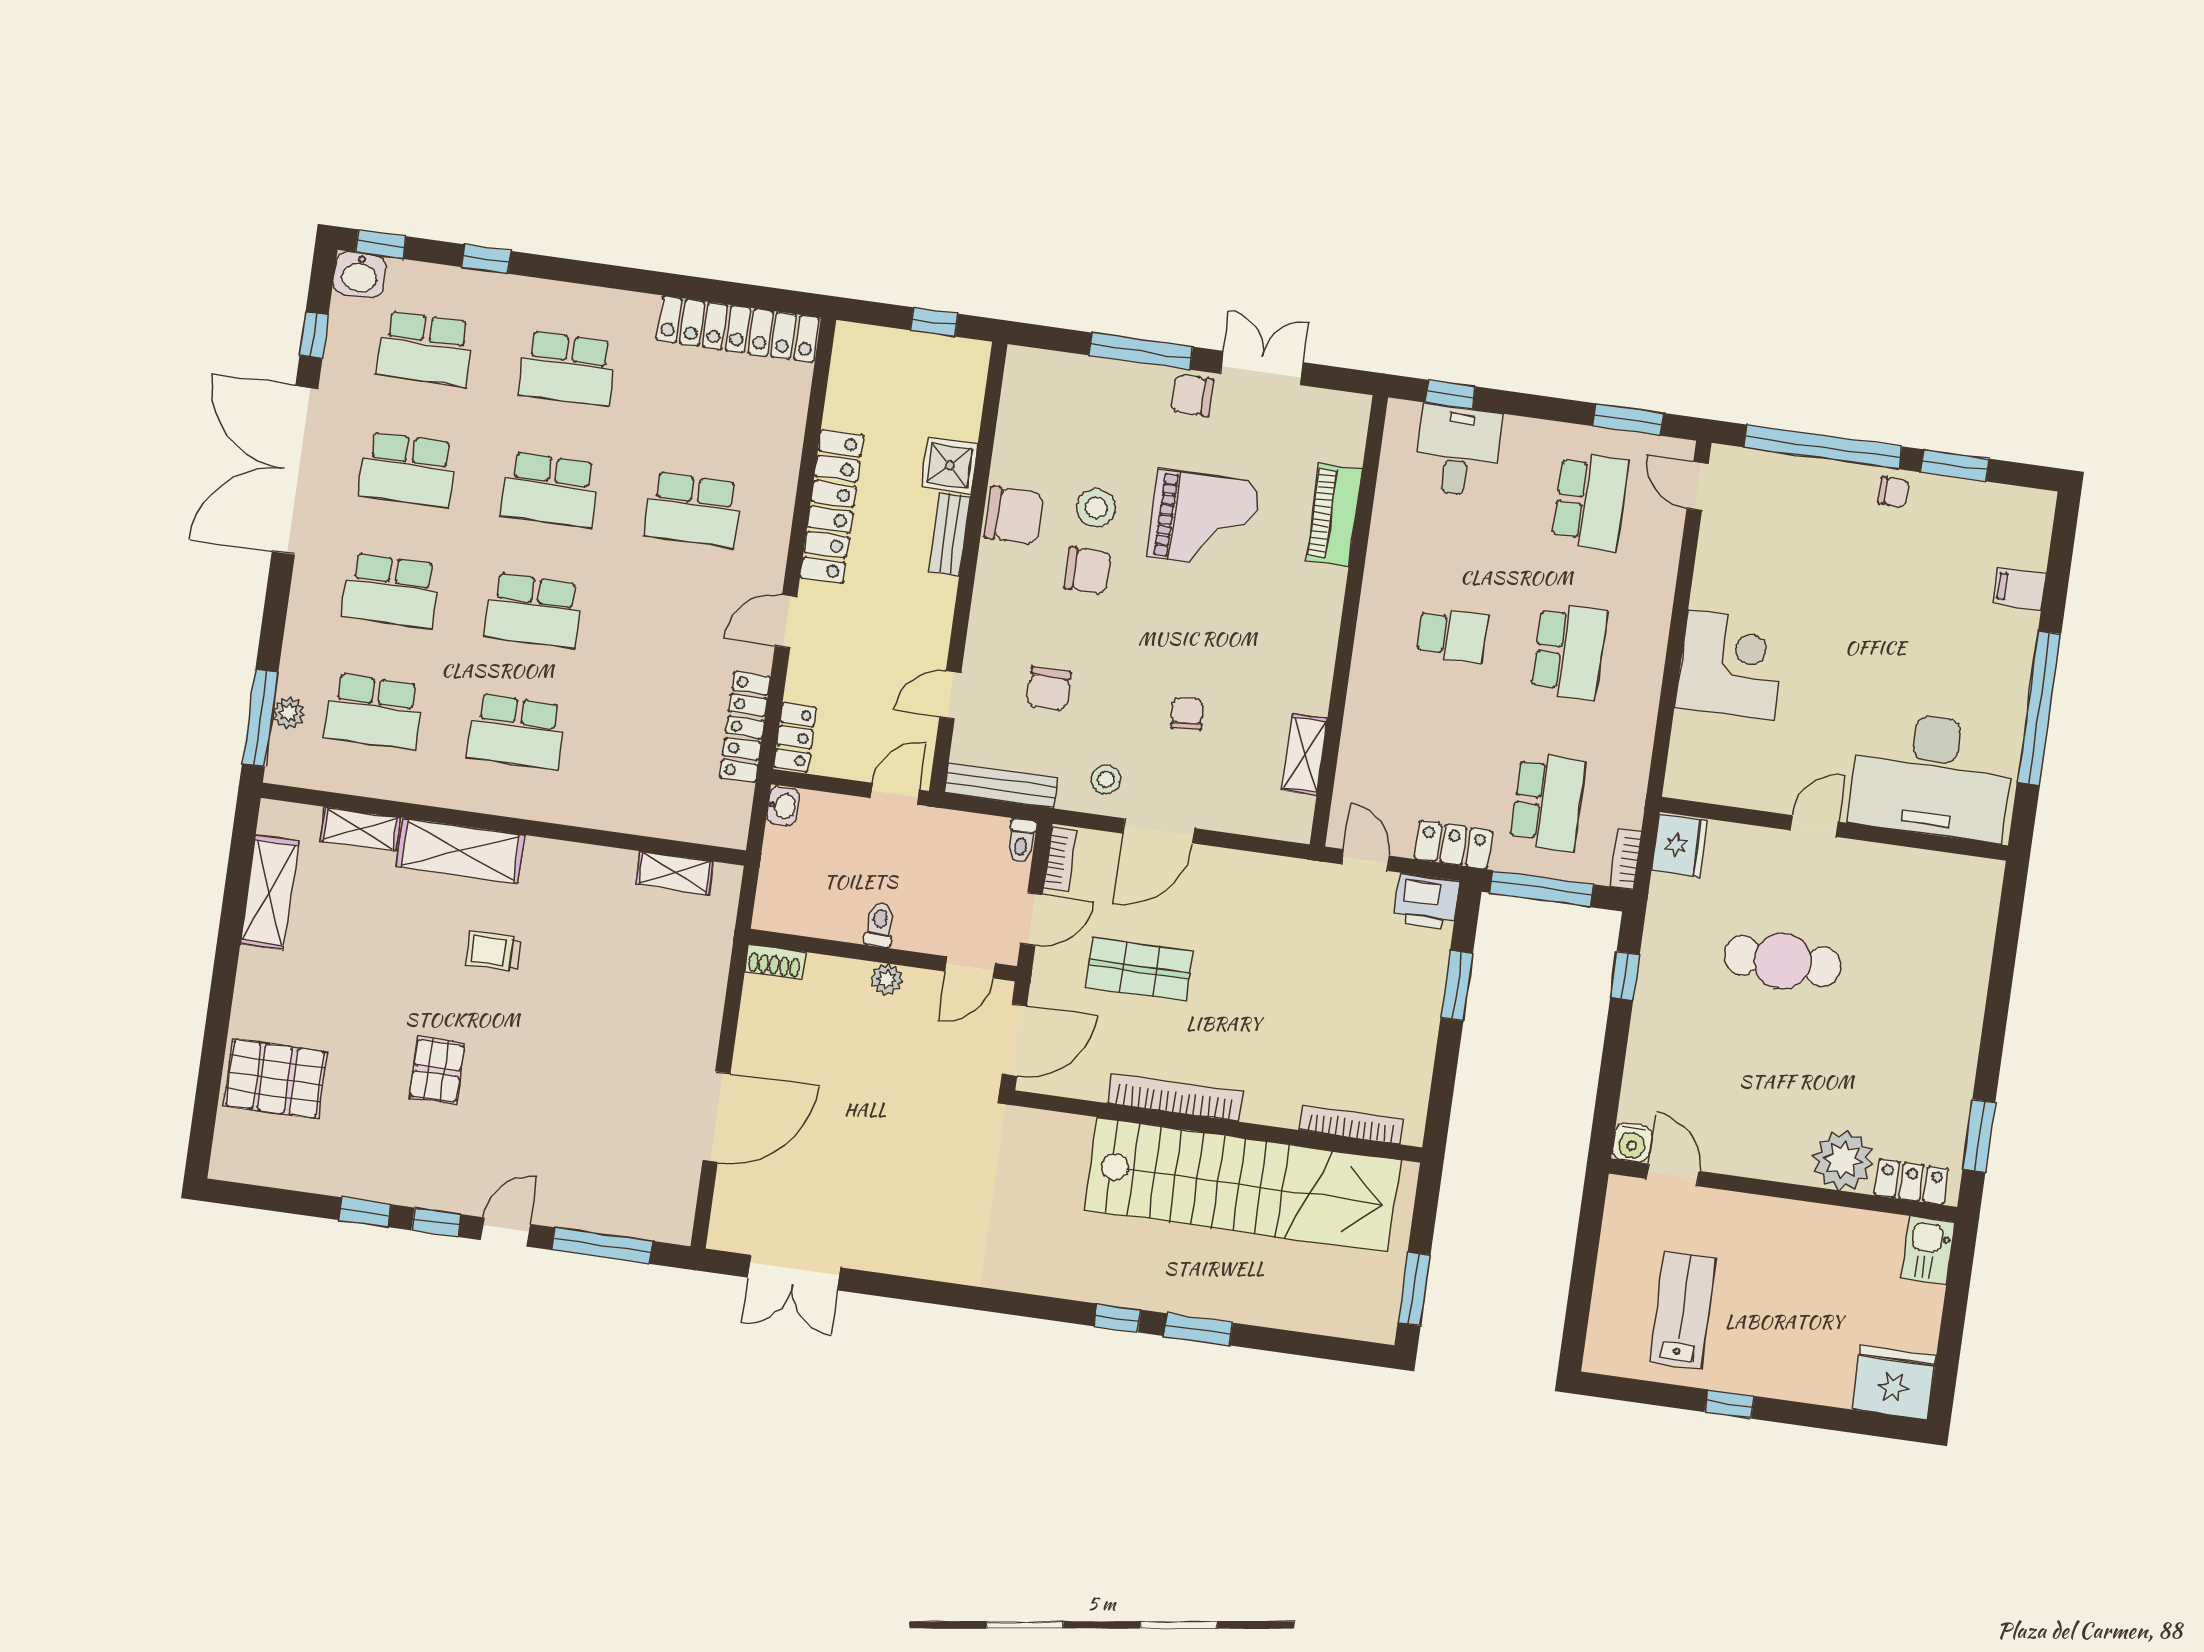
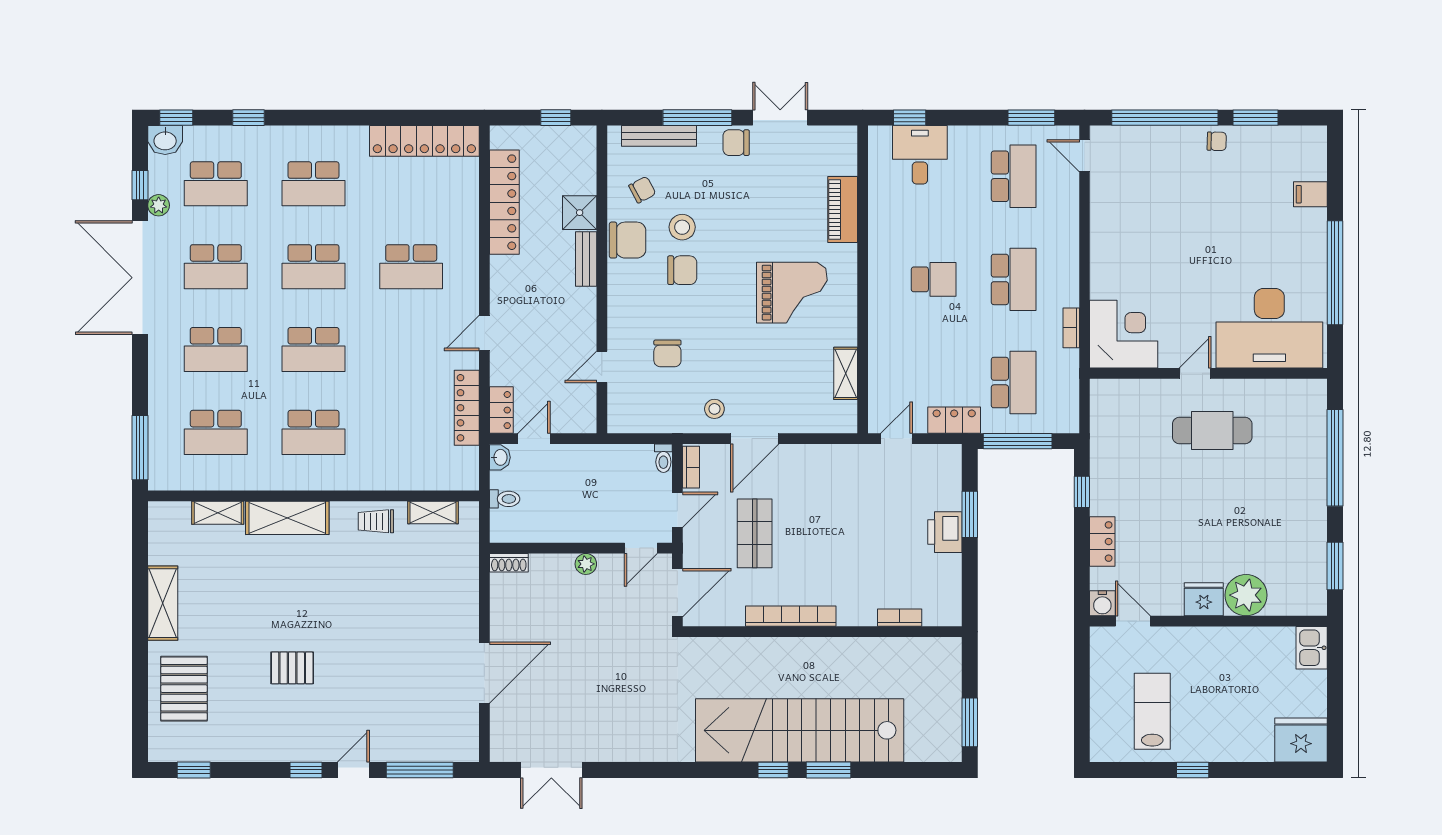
locker: (832, 507) -> (504, 202), moved
grand piano: (1203, 520) -> (792, 293), moved
corner desk: (1731, 665) -> (1124, 334), moved
plant: (289, 713) -> (159, 205), moved
chair: (1187, 714) -> (642, 190), moved, turned 67
bench: (1001, 785) -> (659, 136), moved
door: (895, 794) -> (534, 439), moved
fridge: (1680, 846) -> (1204, 599), moved, turned -90
bookcase: (1626, 859) -> (1071, 328), moved
door: (1365, 860) -> (896, 439), hinge flipped
shelving: (269, 892) -> (163, 603), moved
printer: (1426, 902) -> (945, 532), moved, turned 90
toilet: (880, 925) -> (505, 499), moved, turned 90
trolley: (493, 951) -> (376, 521), moved
cafe table: (1782, 961) -> (1212, 431), moved
shop shelf: (1139, 969) -> (755, 533), turned 90
window: (2001, 978) -> (1335, 458), added
pallet: (437, 1071) -> (292, 668), turned 90
pallet: (275, 1079) -> (184, 689), turned 90
bookcase: (1351, 1124) -> (900, 618), width x0.64
locker: (1911, 1182) -> (1102, 542), moved, turned 90
stairs: (1242, 1185) -> (800, 730), moved, turned 180
window: (365, 1212) -> (194, 770), moved

